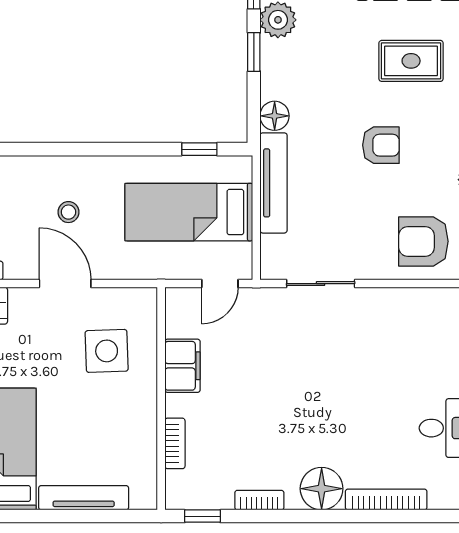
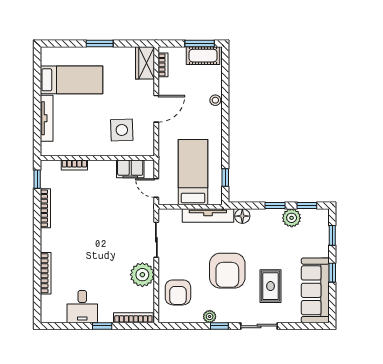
armchair: (381, 145) -> (227, 271), width x1.88, depth x1.88
stool: (68, 212) -> (215, 100), moved
armchair: (423, 241) -> (178, 292), turned 180
plant: (389, 311) -> (142, 275), added
filing cabinet: (183, 366) -> (130, 169), moved
floor lamp: (322, 489) -> (51, 240), removed
bookcase: (259, 500) -> (45, 208), width x1.56

